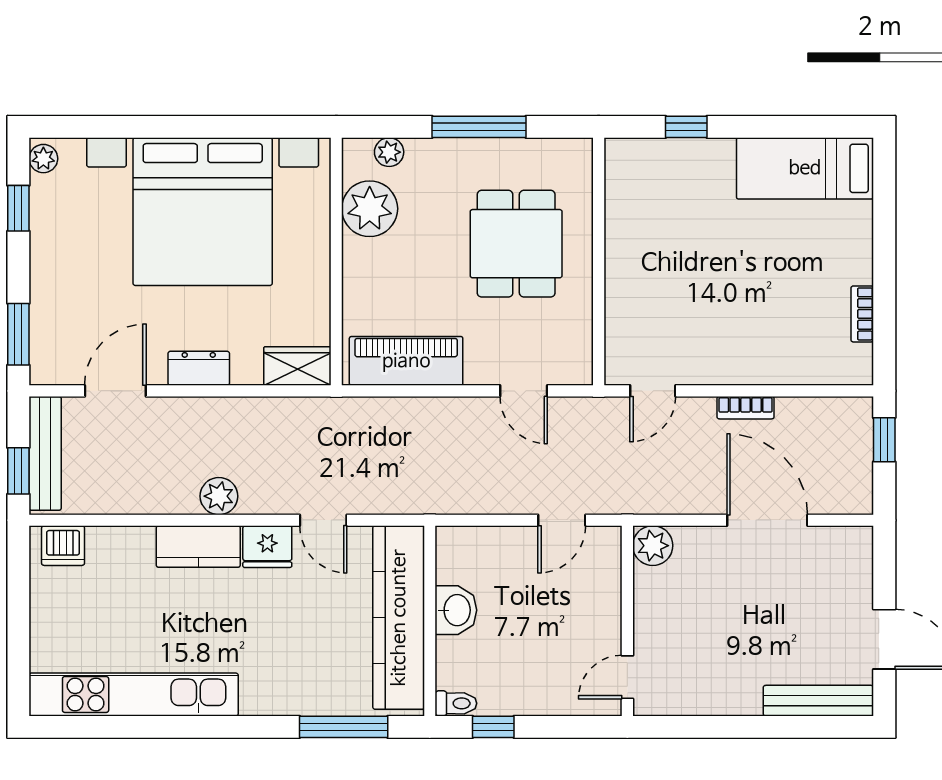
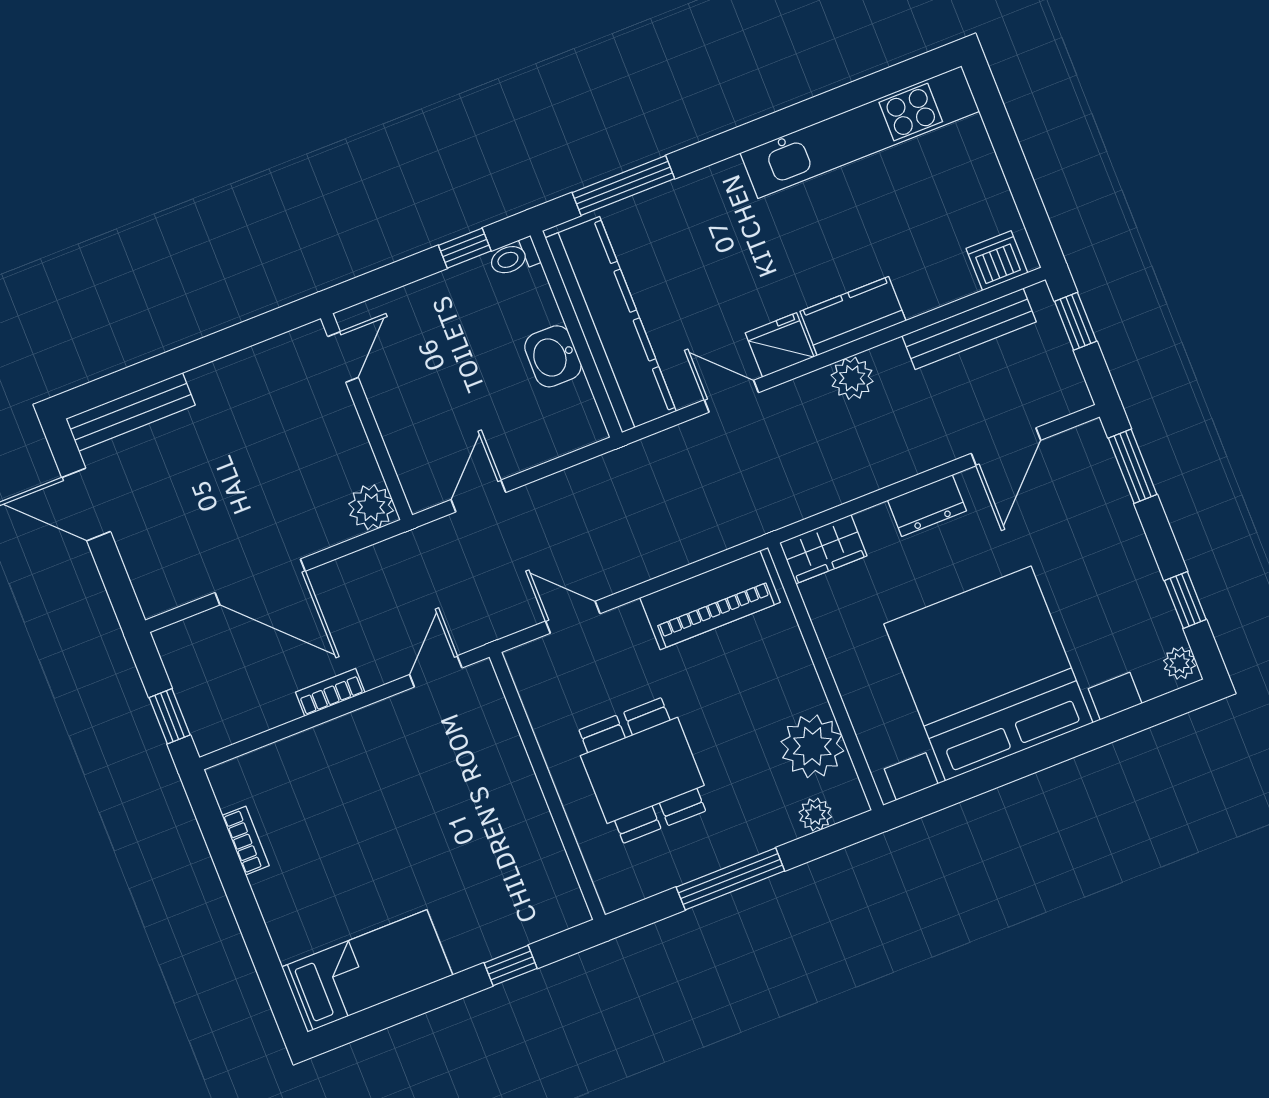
bench: (45, 453) -> (969, 329), moved, turned 90

